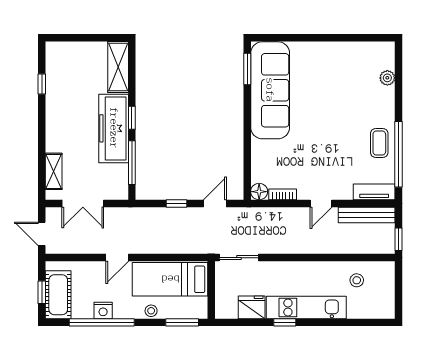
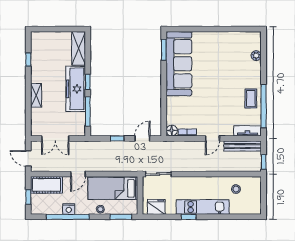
shelving: (54, 171) -> (36, 95), moved
cot: (58, 295) -> (47, 185), moved, turned 90
fridge: (252, 307) -> (156, 207), moved

